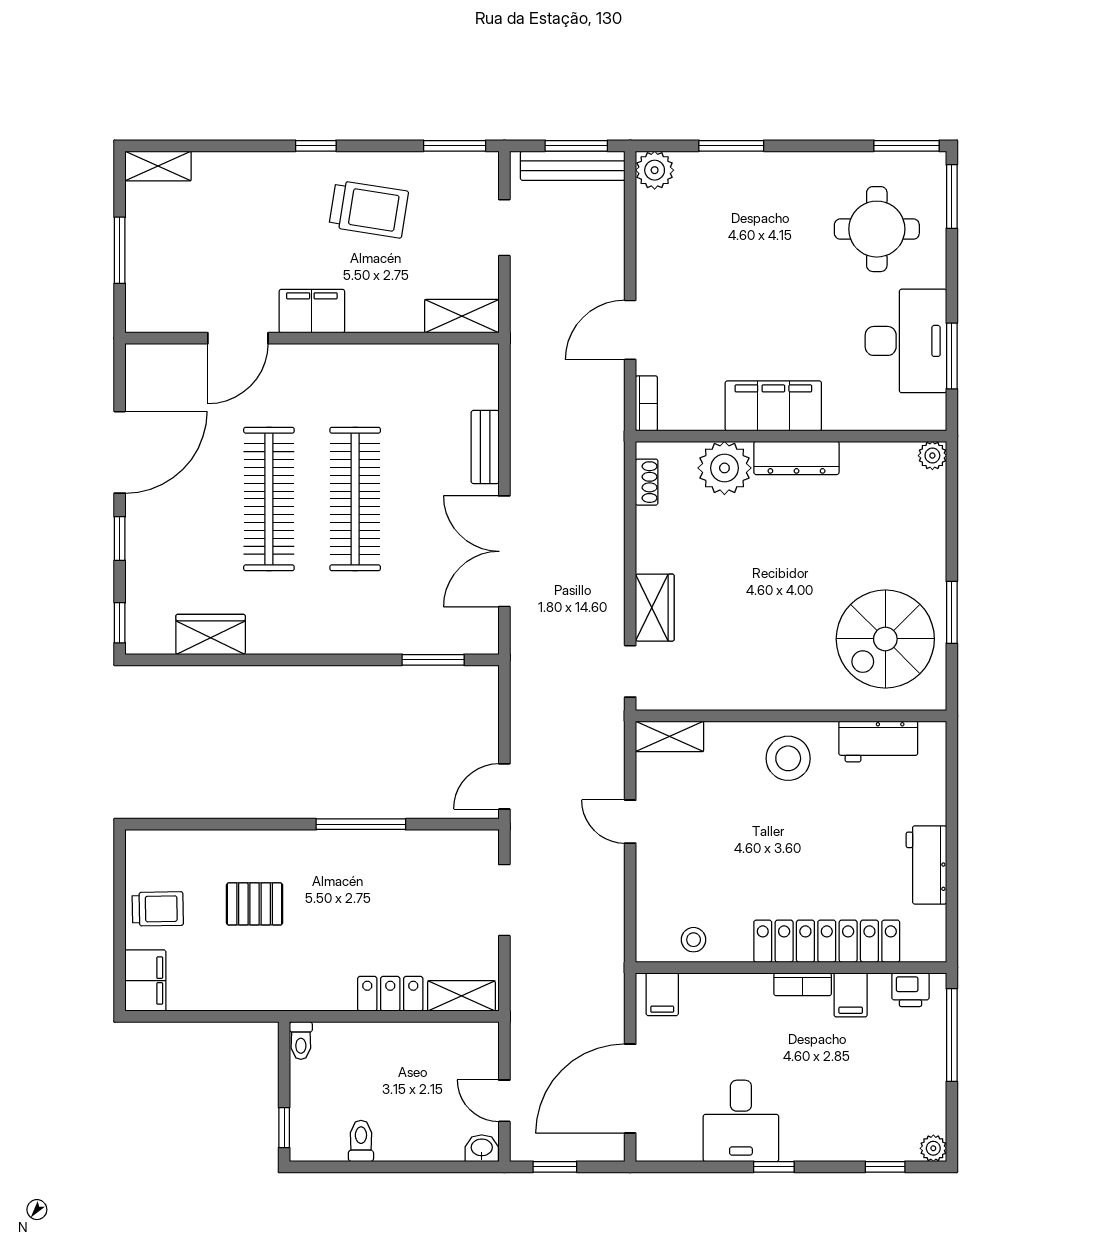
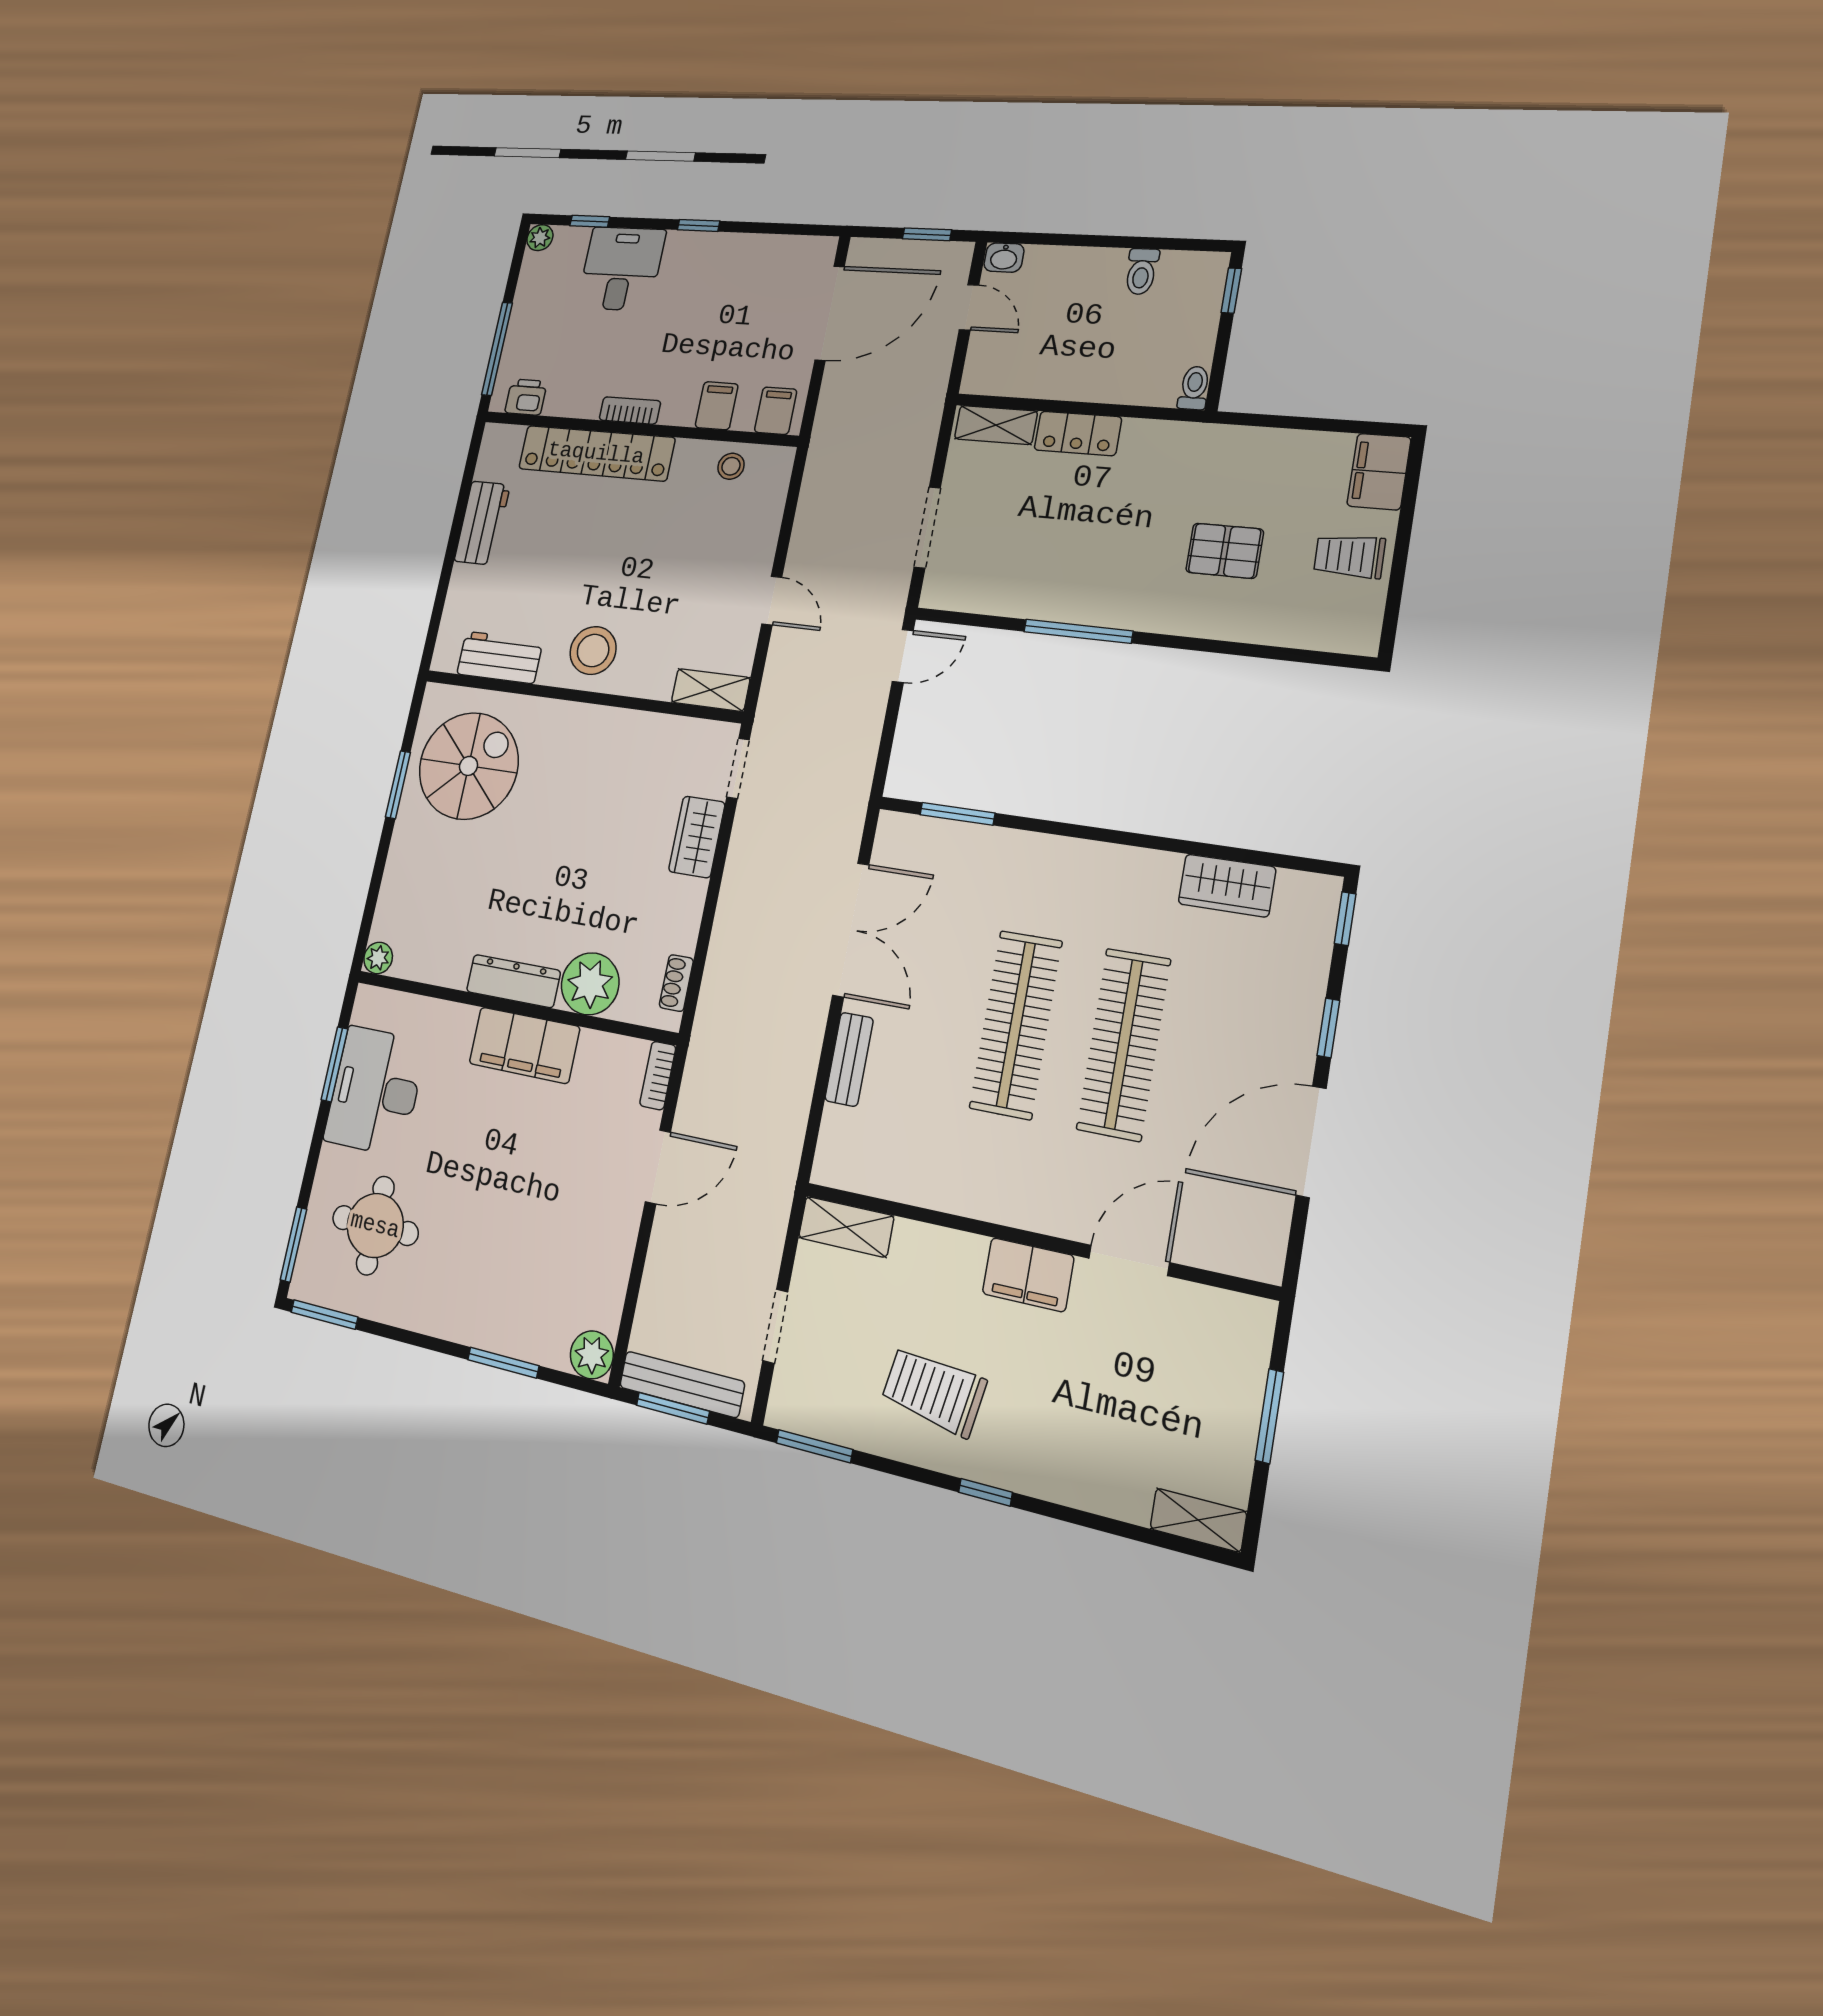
filing cabinet: (851, 995) -> (717, 406), moved
desk: (741, 1121) -> (621, 269), moved

